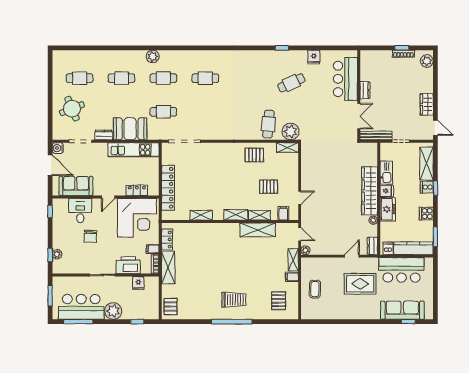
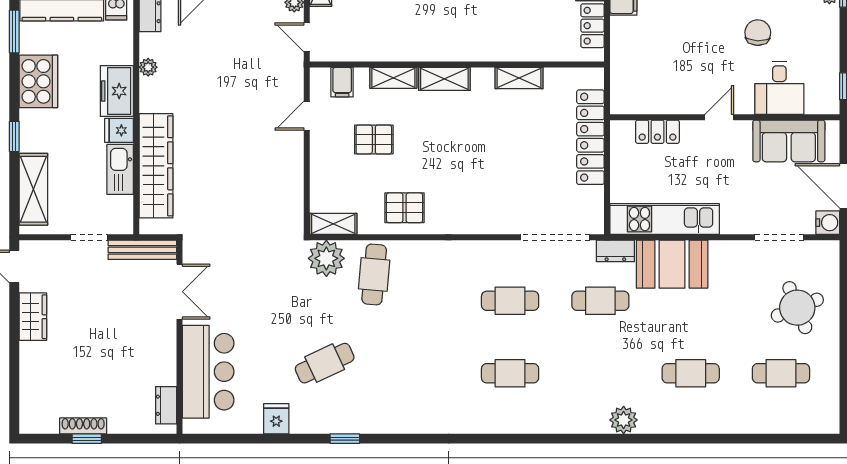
plant: (427, 61) -> (33, 410), removed
cafe table: (163, 78) -> (510, 301), moved
dresser: (365, 90) -> (166, 405), moved
double door: (359, 116) -> (180, 292), swing flipped
dresser: (104, 135) -> (615, 251), moved
cooker: (427, 187) -> (33, 139), removed
wardrobe: (370, 191) -> (156, 166), moved
cooker: (426, 214) -> (38, 81), width x1.87, depth x1.31
corner desk: (137, 218) -> (657, 72), removed
shelving: (258, 230) -> (397, 46), removed

